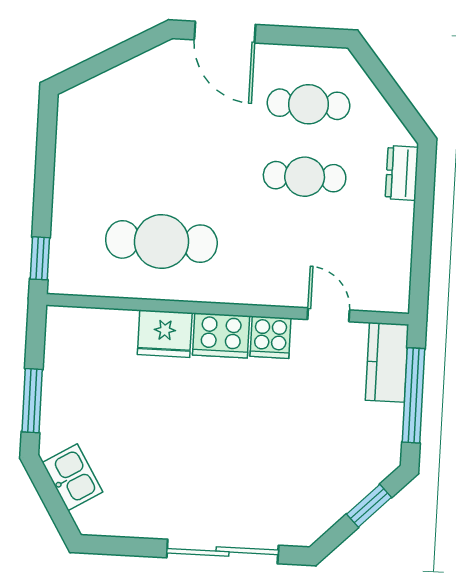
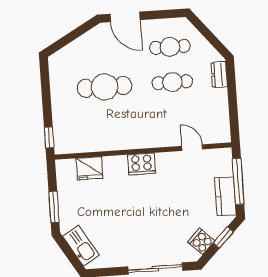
cafe table: (161, 242) -> (104, 87), moved
fridge: (165, 334) -> (89, 168), moved
cooker: (270, 337) -> (201, 241), moved, turned 135
kitchen counter: (387, 362) -> (225, 196), moved
kitchen sink: (73, 477) -> (81, 246), width x1.38

